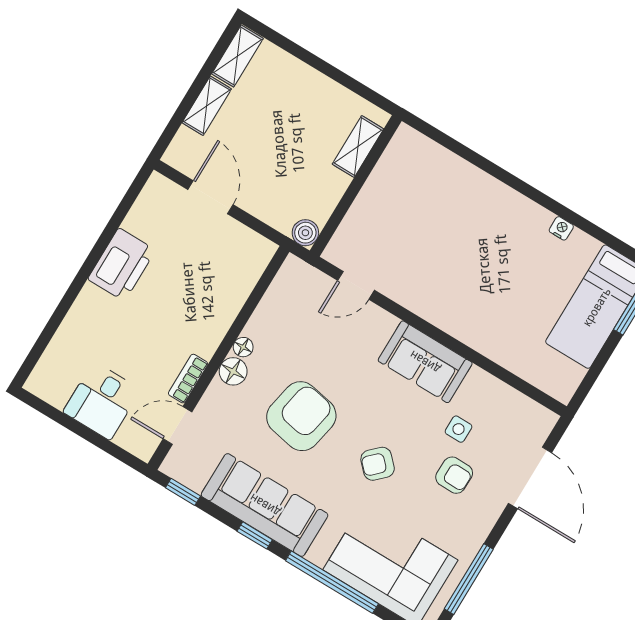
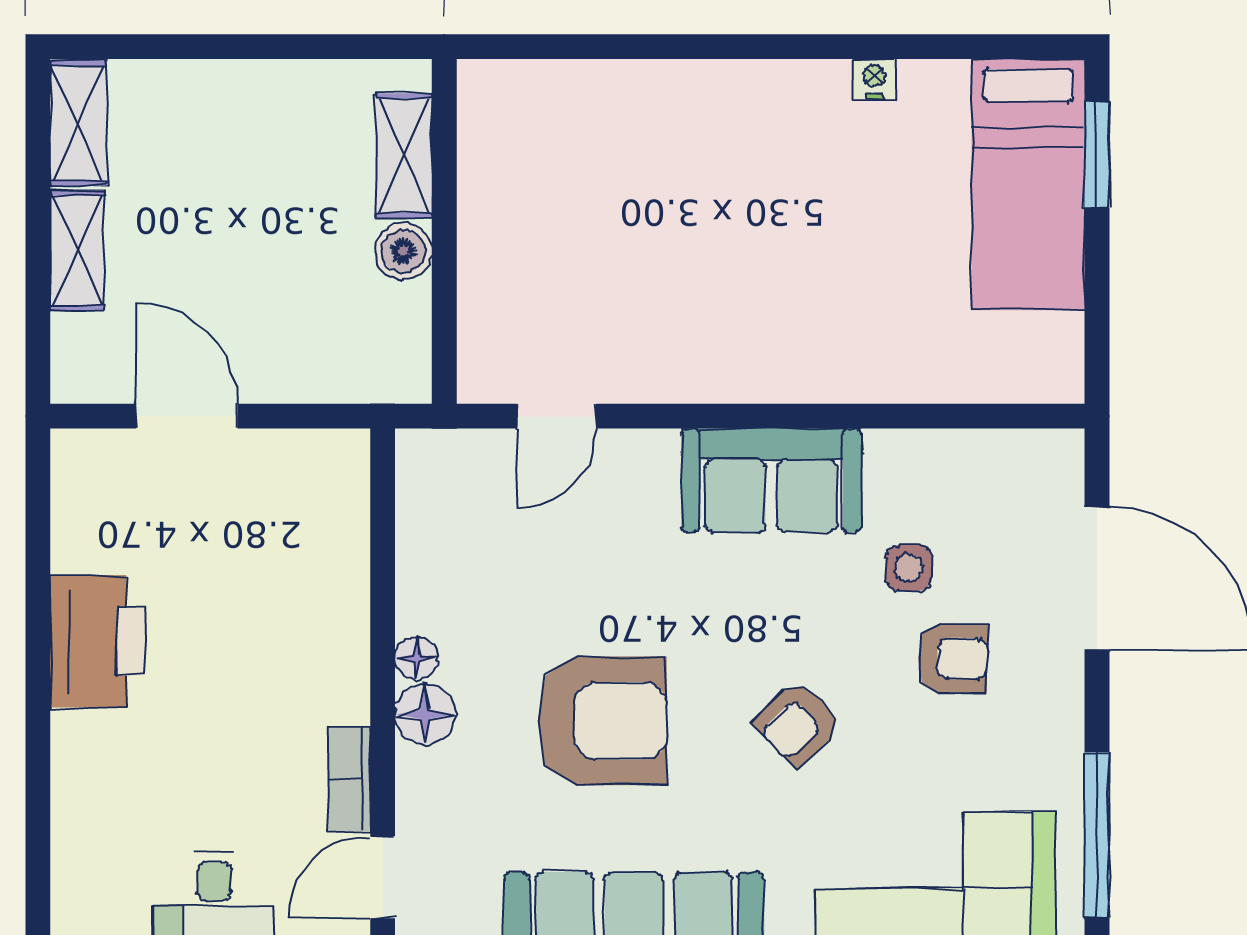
boiler: (305, 233) -> (403, 251), moved
armchair: (301, 416) -> (602, 721), turned 79

